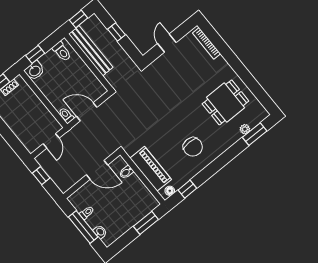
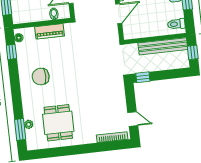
window: (117, 32) -> (143, 77), moved
door: (167, 43) -> (133, 119), moved
piano: (151, 169) -> (50, 31), width x0.73, depth x0.75

